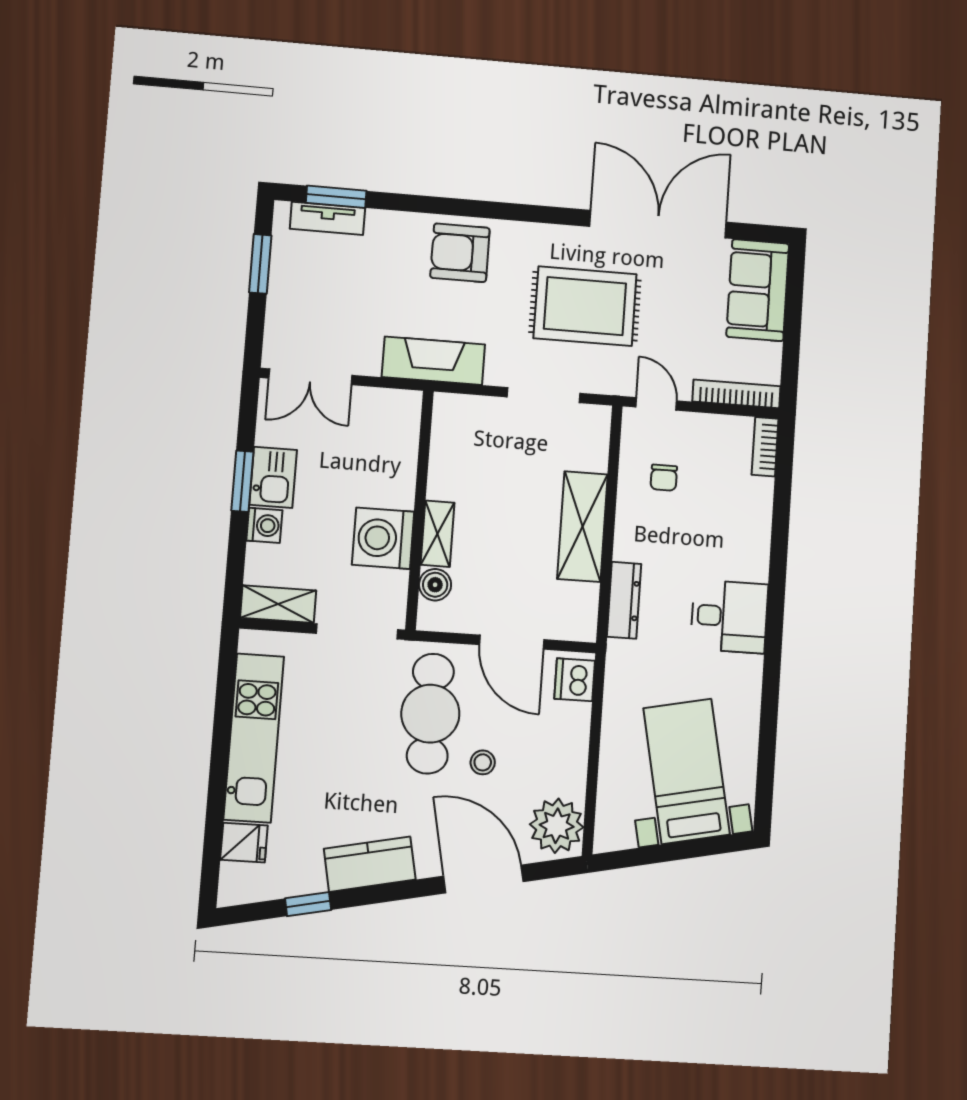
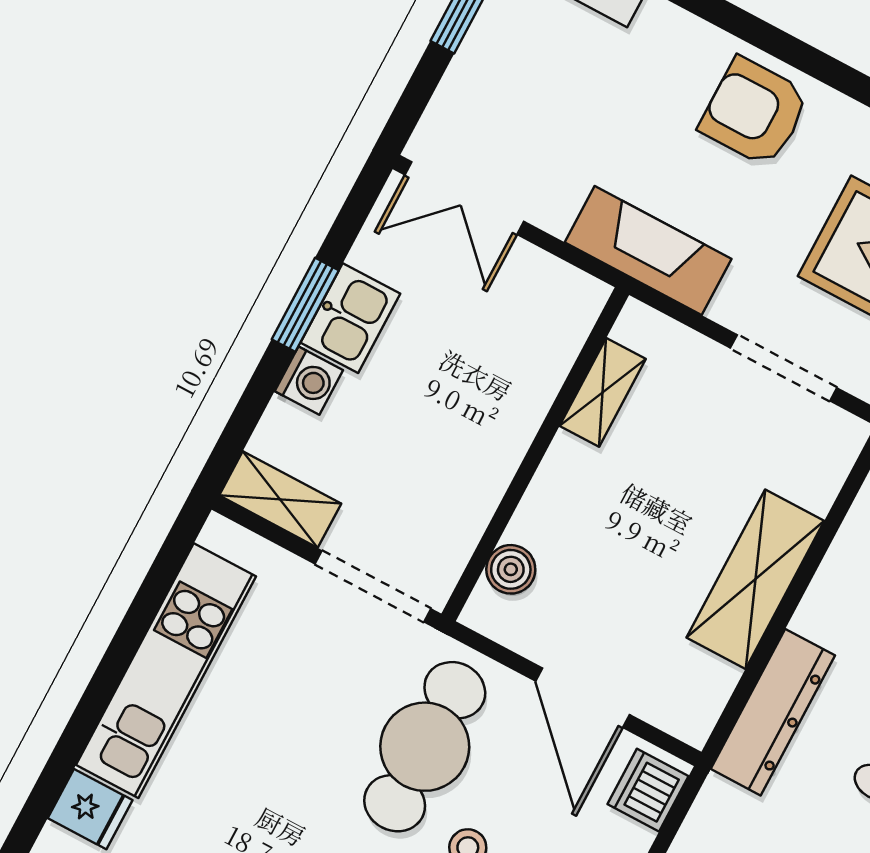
shelving: (438, 534) -> (603, 392), moved
washing machine: (383, 538) -> (467, 472), removed
dresser: (624, 600) -> (773, 712), width x1.37, depth x1.24

